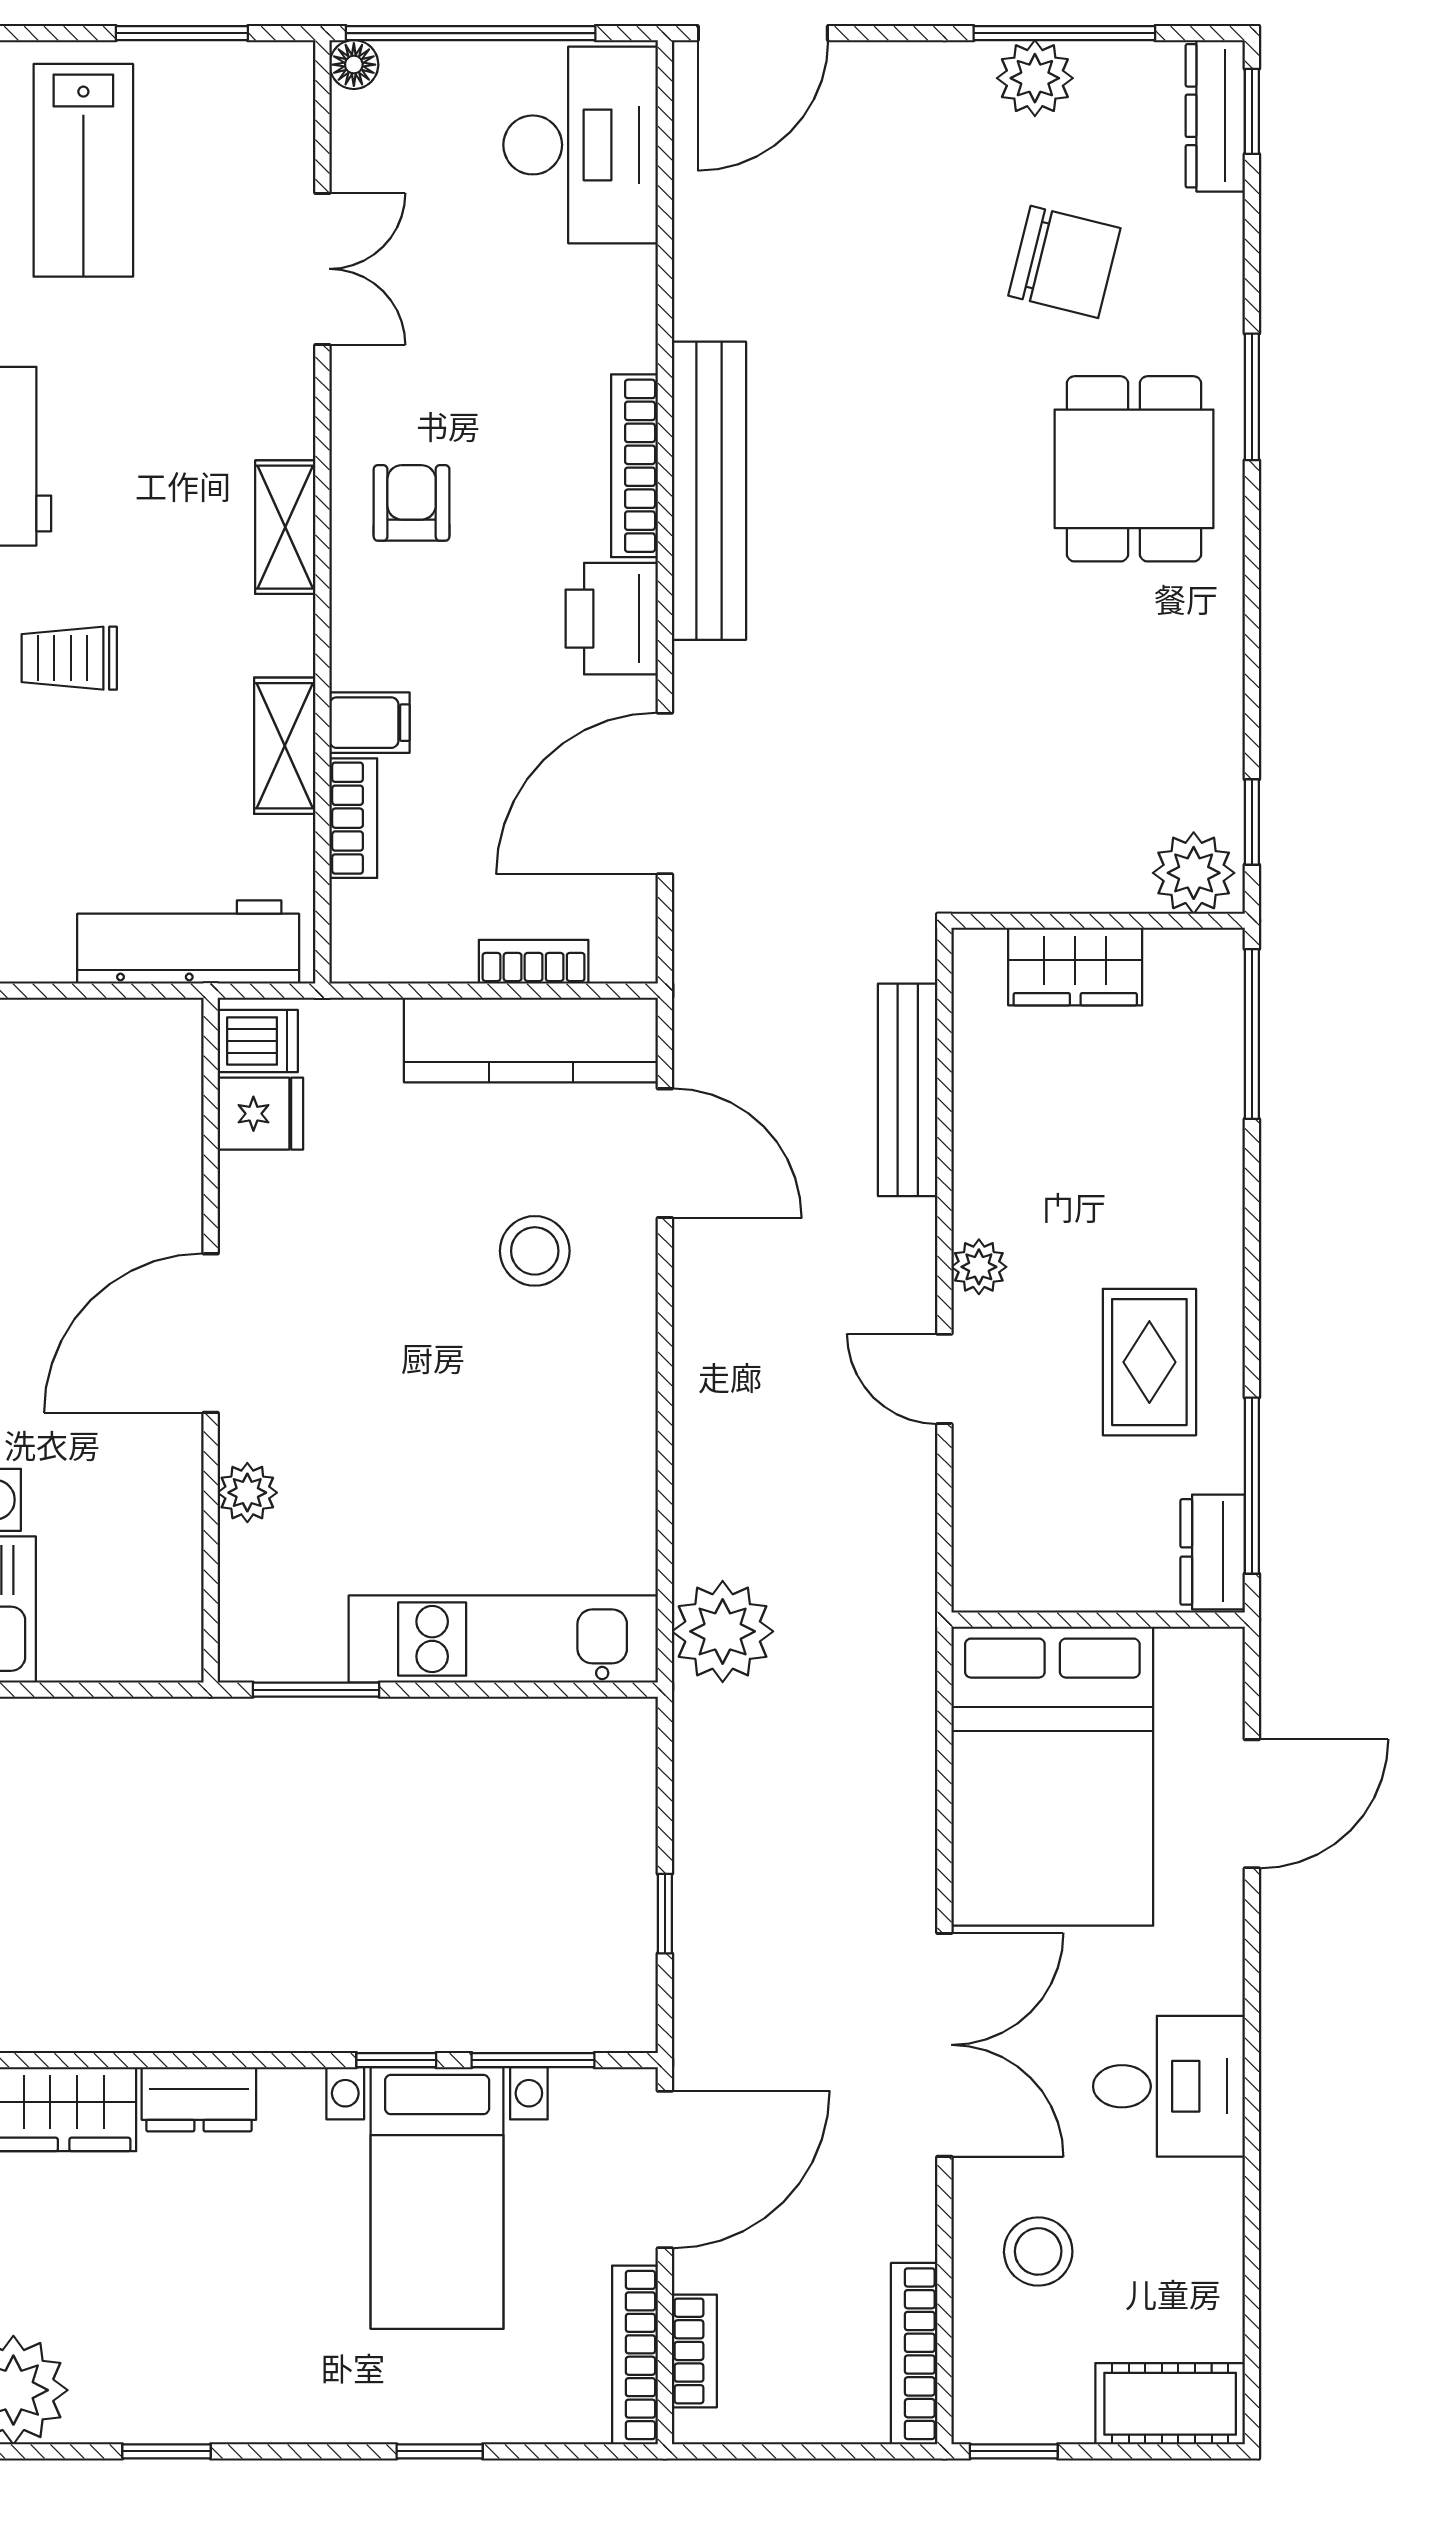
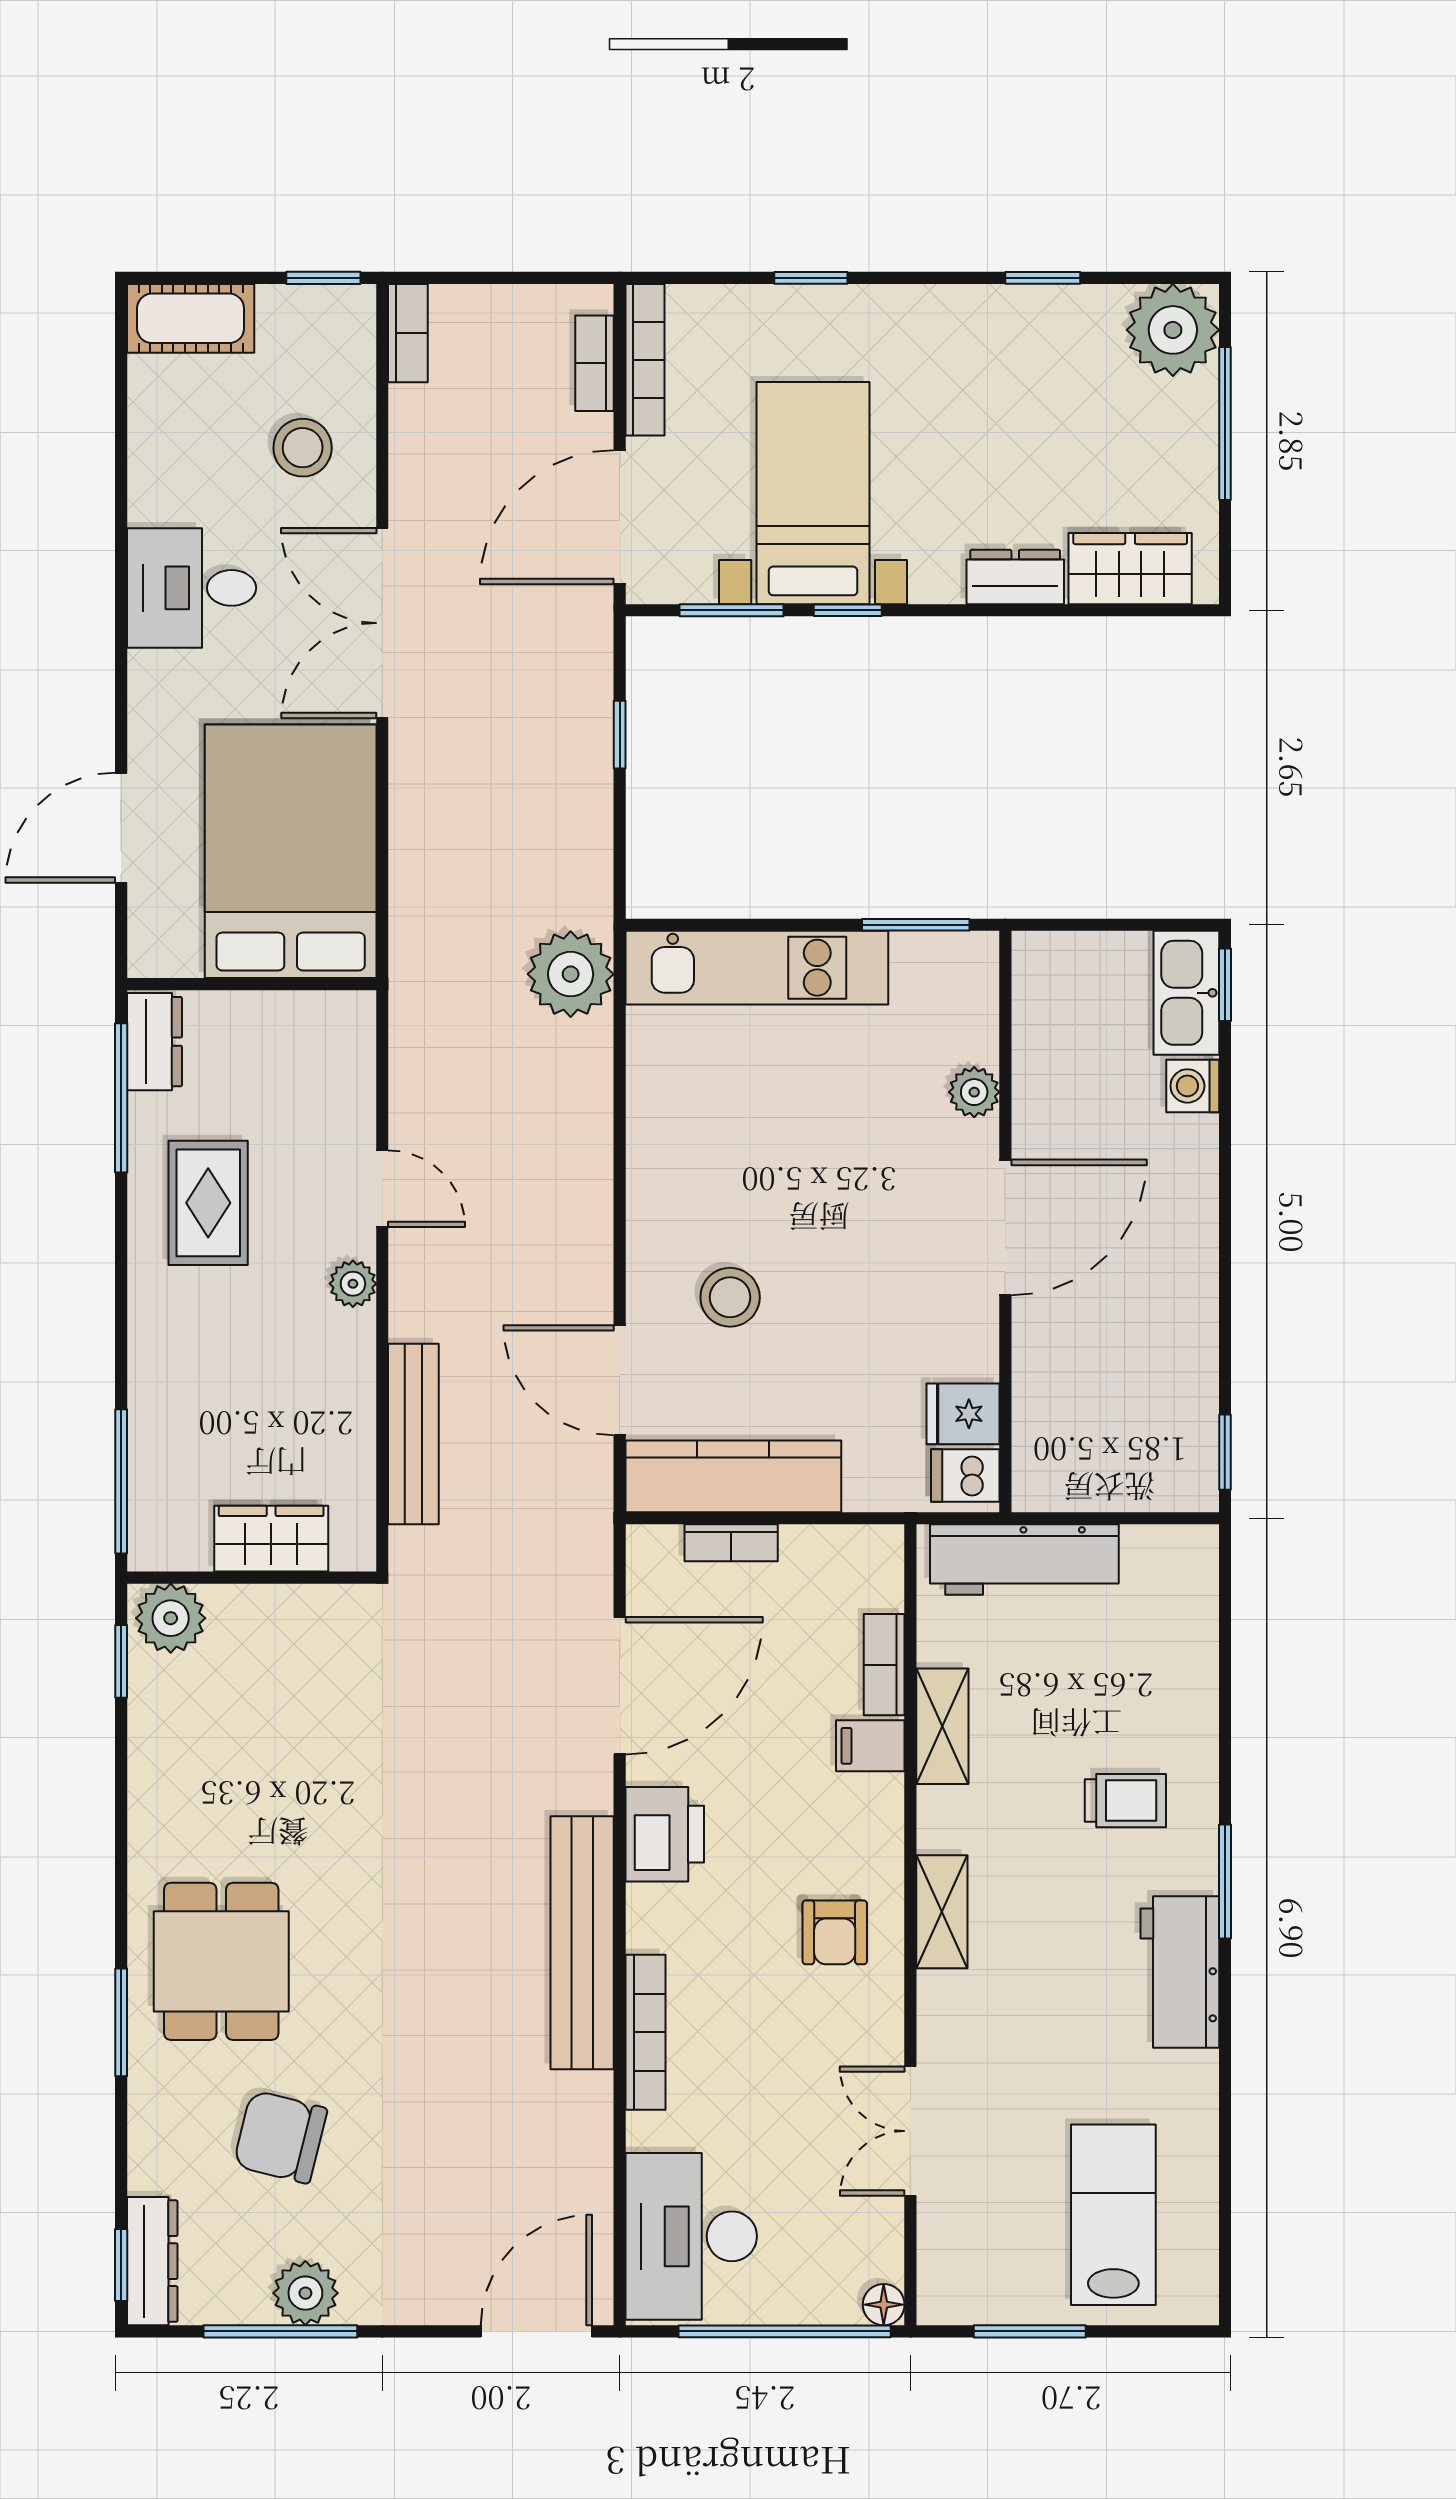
bookcase: (634, 466) -> (645, 2032), moved
bookcase: (914, 2354) -> (408, 333), width x0.64

